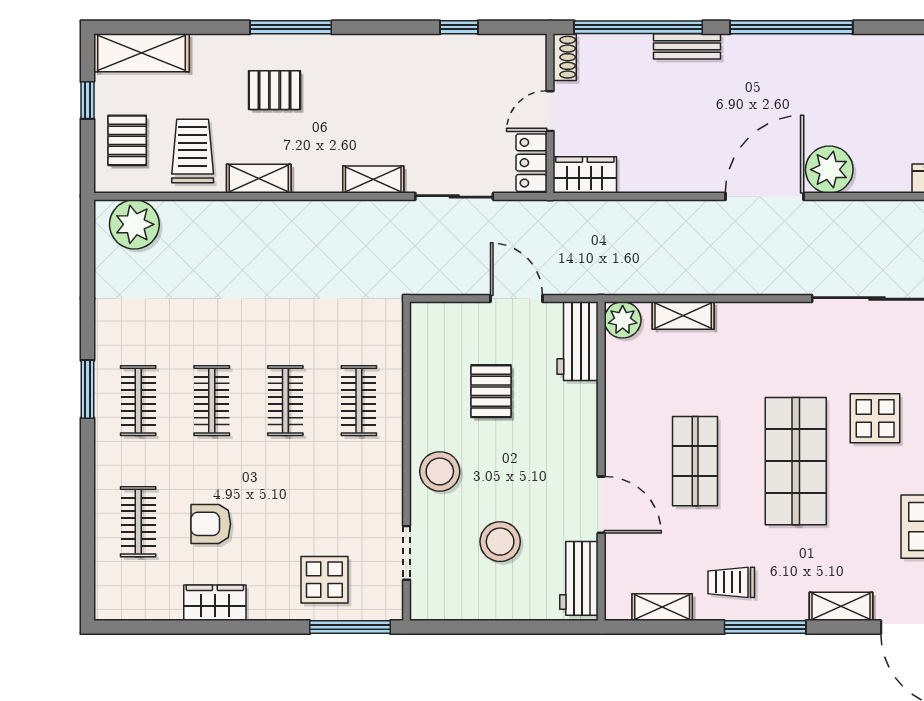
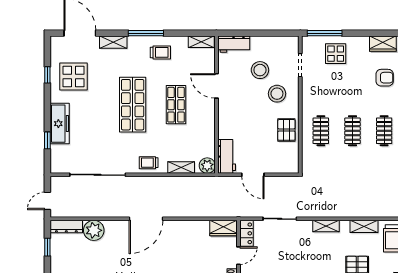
plant: (829, 170) -> (94, 230), moved
shelving: (373, 180) -> (326, 226), moved
trolley: (759, 327) -> (149, 163), added
pallet: (491, 391) -> (286, 130), moved
display table: (875, 418) -> (98, 123), removed
stool: (440, 471) -> (277, 94), moved
workbench: (579, 578) -> (234, 44), moved, turned 90
shelving: (662, 607) -> (201, 42), moved

